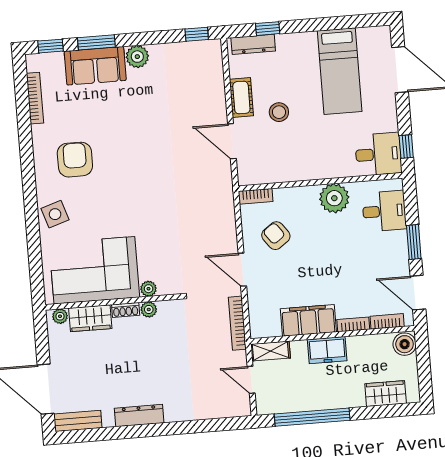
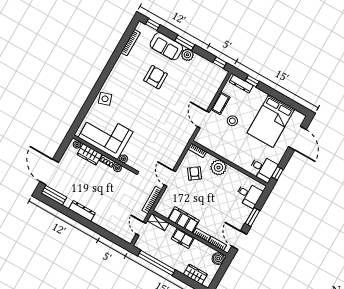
window: (96, 42) -> (185, 43), moved
bed: (340, 71) -> (271, 121), width x1.50
armchair: (75, 160) -> (156, 77), moved
plant: (334, 198) -> (218, 167), moved

